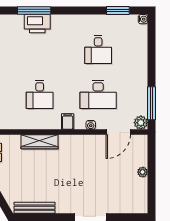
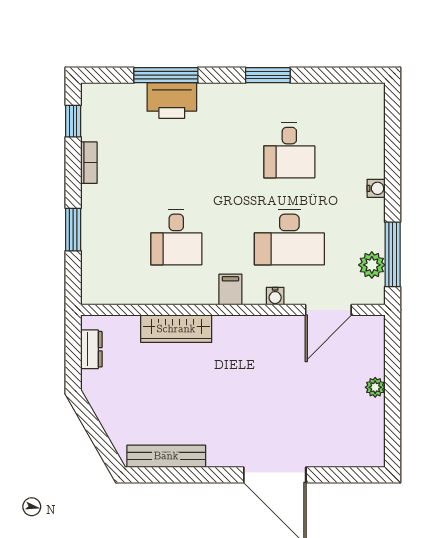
window: (118, 11) -> (268, 75), moved
water cooler: (143, 19) -> (376, 188), moved
plant: (141, 123) -> (372, 265), moved

